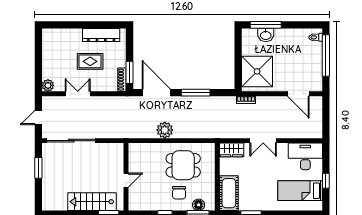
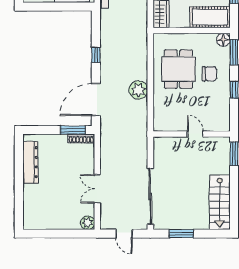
rug: (90, 61) -> (60, 175), removed
window: (196, 93) -> (96, 55), width x0.46
stairs: (92, 202) -> (220, 202), moved
floor lamp: (199, 205) -> (223, 40), moved

